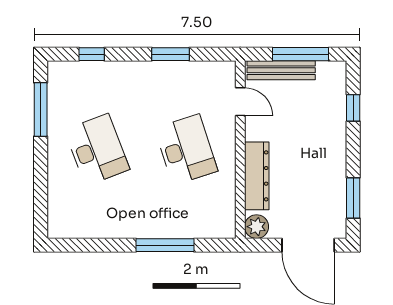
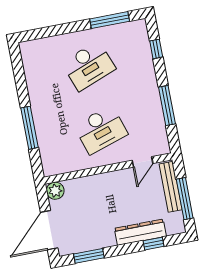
window: (170, 54) -> (167, 105), width x1.44
dresser: (257, 176) -> (140, 232), moved, turned 180

